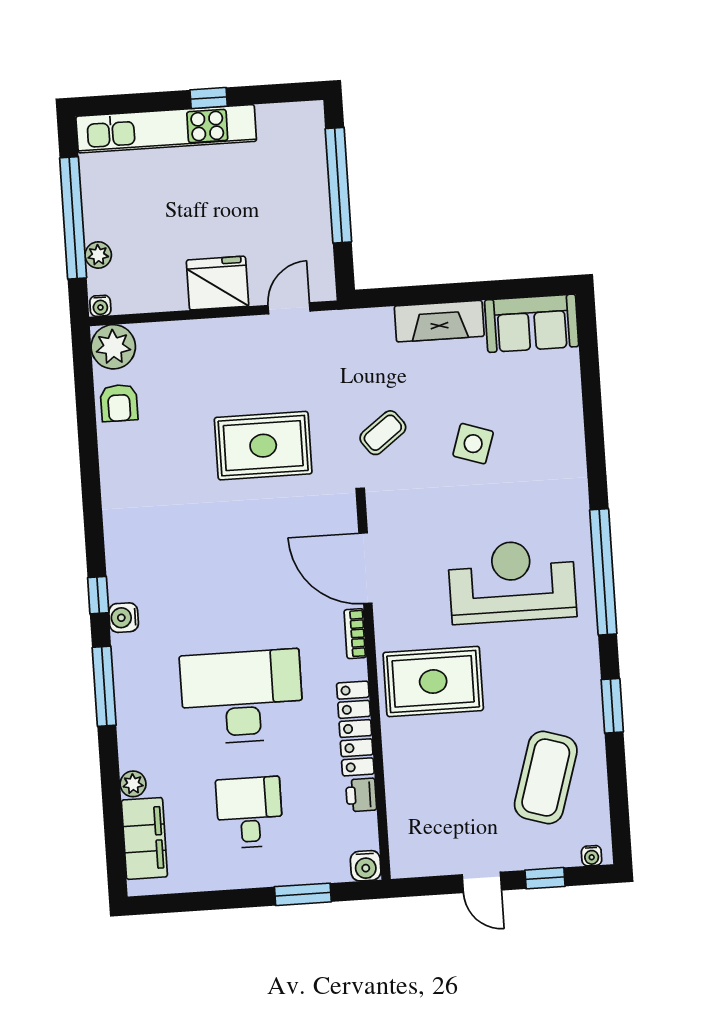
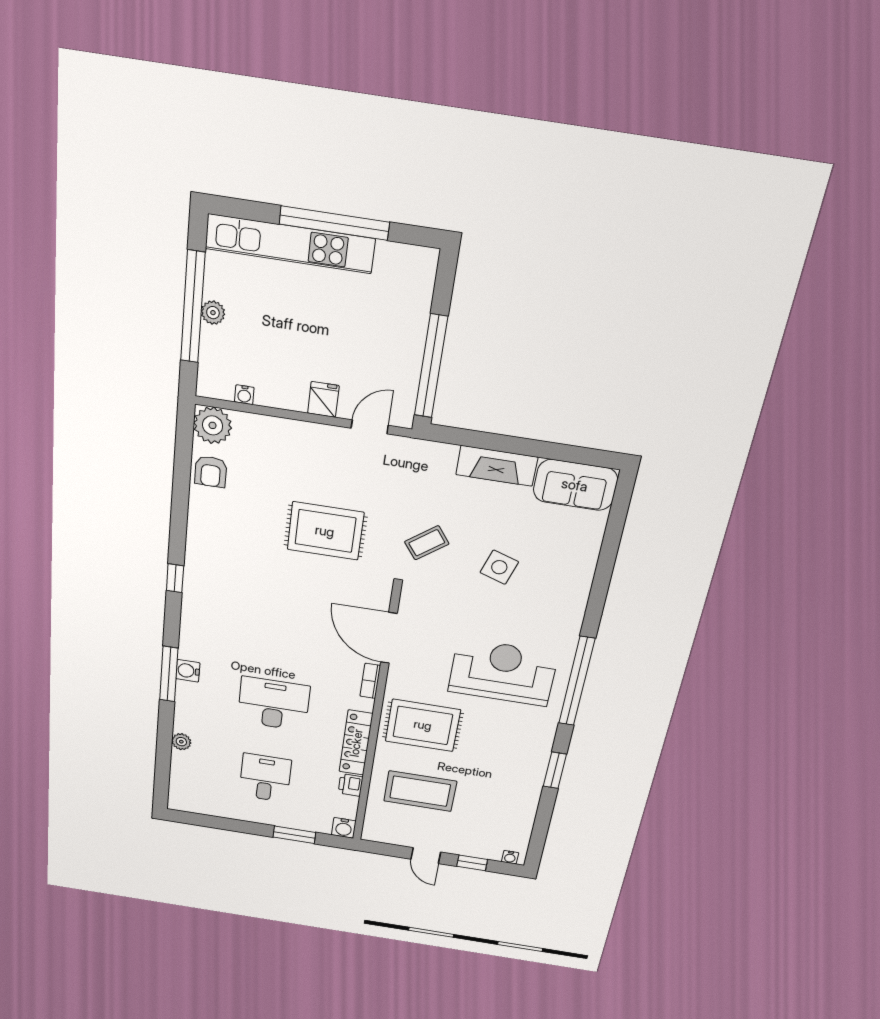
window: (209, 98) -> (334, 223), width x3.17
window: (338, 185) -> (431, 366), moved
plant: (98, 255) -> (213, 313), moved
fridge: (217, 283) -> (323, 399), width x0.53, depth x0.75
water cooler: (100, 306) -> (244, 395), moved
window: (98, 595) -> (175, 578), moved
water cooler: (124, 618) -> (188, 671), moved
desk: (242, 697) -> (274, 704), width x0.73, depth x0.77
coffee table: (546, 778) -> (420, 791), moved, turned 73
filing cabinet: (144, 838) -> (185, 777), removed

